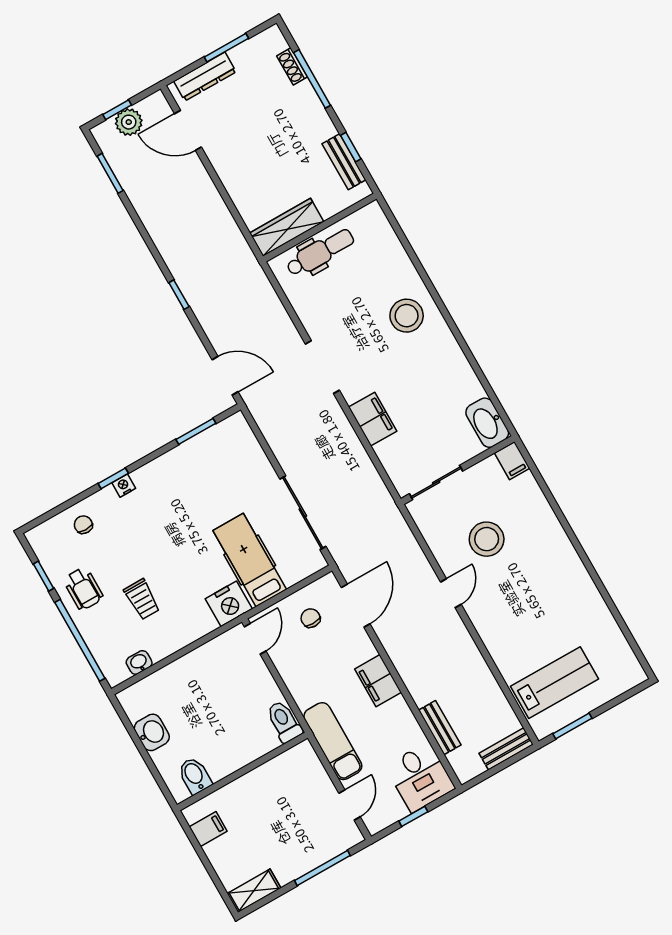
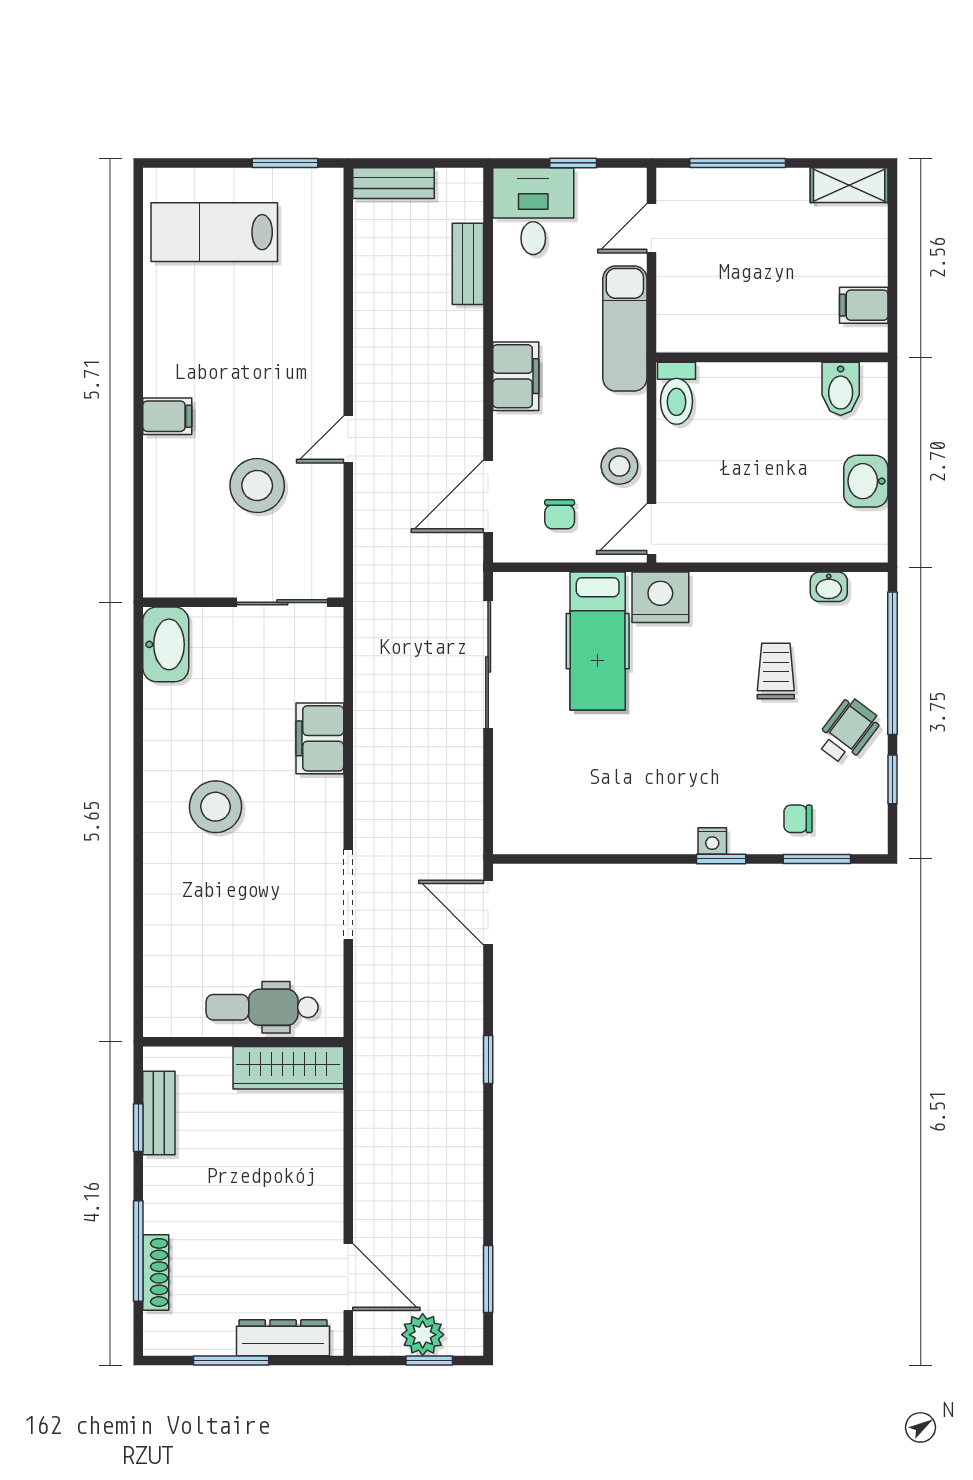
shoe rack: (292, 66) -> (156, 1272), width x1.43
stool: (407, 316) -> (216, 807), moved
doorway: (322, 367) -> (348, 894), moved
window: (196, 431) -> (817, 859), moved
filing cabinet: (512, 461) -> (167, 416), moved, turned 90
chair: (83, 525) -> (798, 819), turned 90
wheelchair: (83, 589) -> (848, 731), turned 37
stool: (293, 664) -> (619, 466), added
lab bench: (554, 683) -> (214, 232), moved

